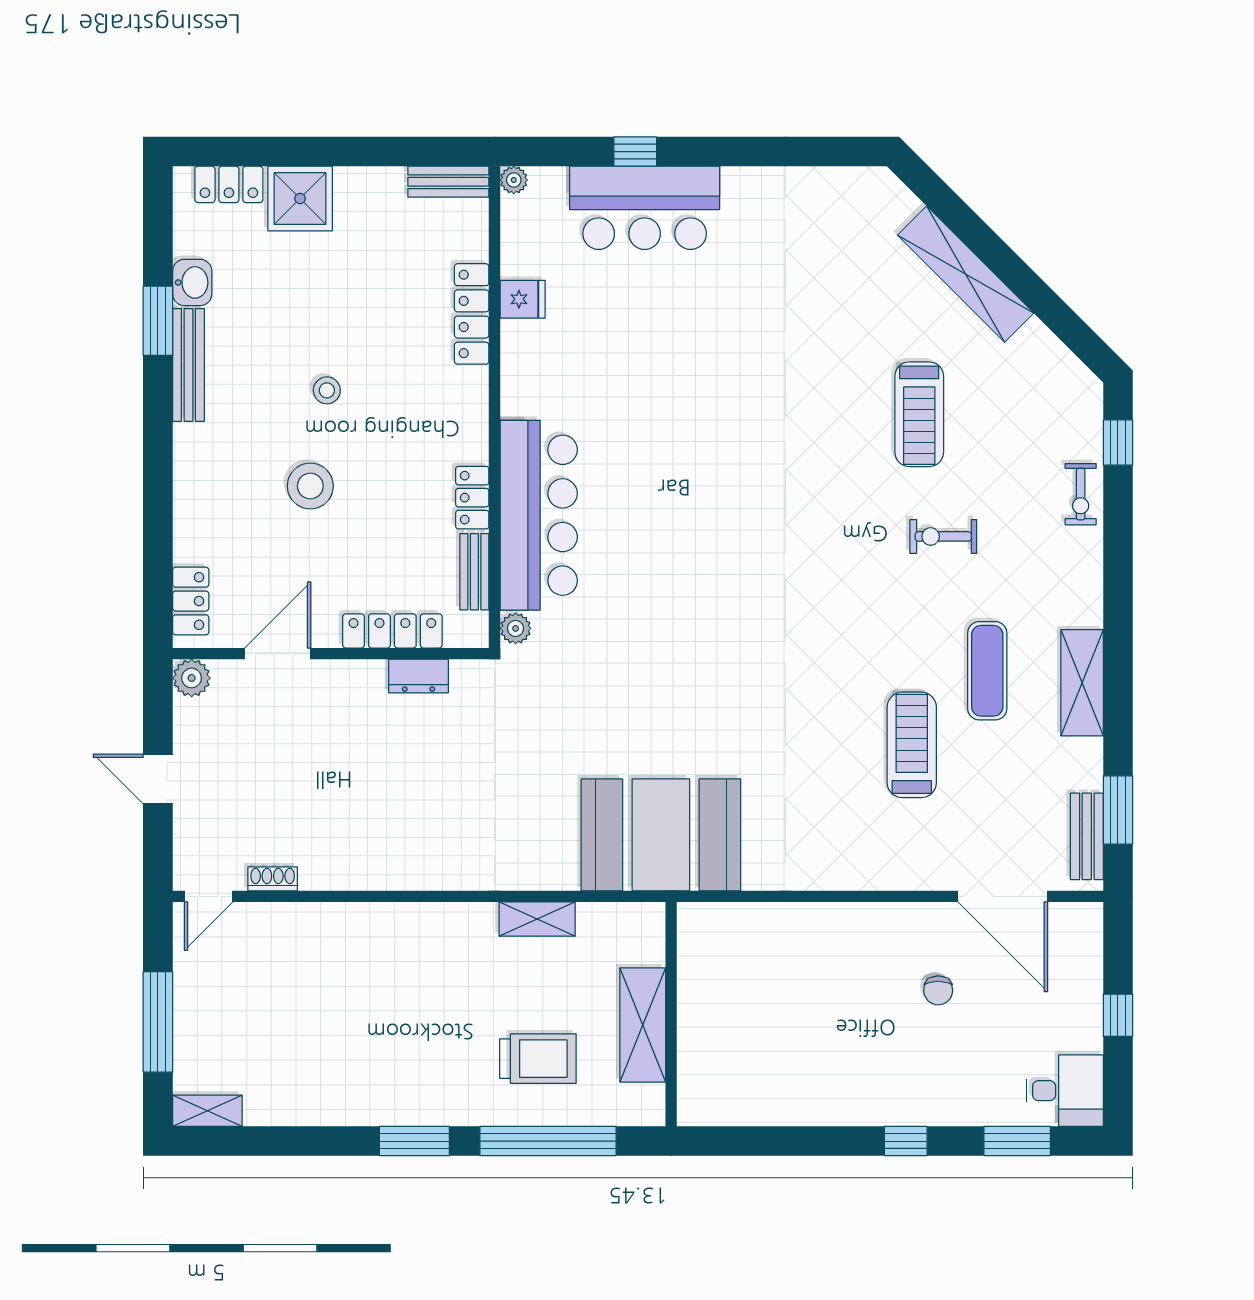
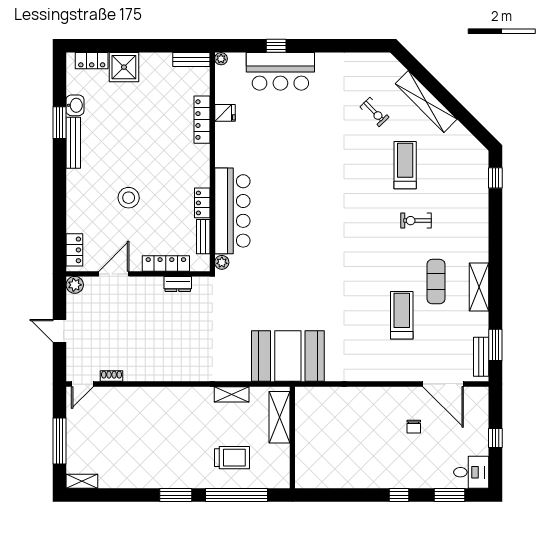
stool: (327, 390) -> (136, 154), removed
treadmill: (919, 414) -> (405, 165), turned 180
exercise bike: (1081, 494) -> (374, 112), moved, turned -44
shelving: (643, 1025) -> (280, 417), moved

